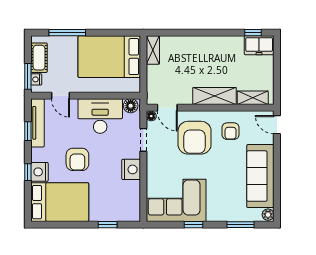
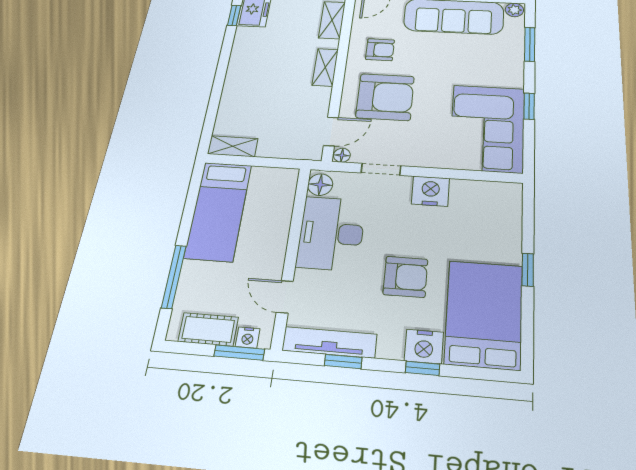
bed: (109, 57) -> (218, 211), width x0.67
door: (61, 96) -> (285, 297), swing flipped
shelving: (215, 96) -> (325, 67), width x0.67, depth x0.75
window: (108, 225) -> (528, 270), moved

